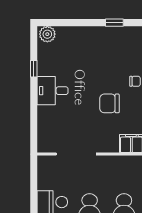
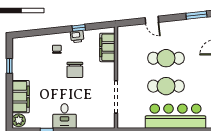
filing cabinet: (77, 37) -> (21, 97), added

